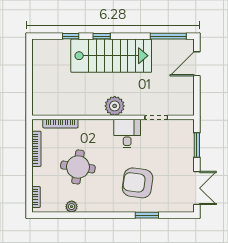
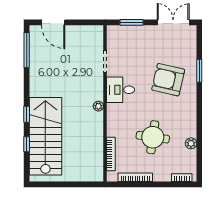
stairs: (111, 56) -> (45, 136), moved
plant: (115, 106) -> (98, 106), width x0.53, depth x0.53
armchair: (138, 183) -> (168, 80), turned 95

